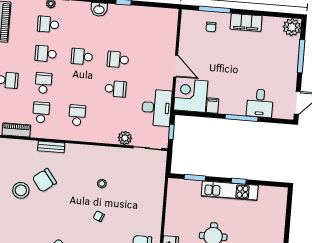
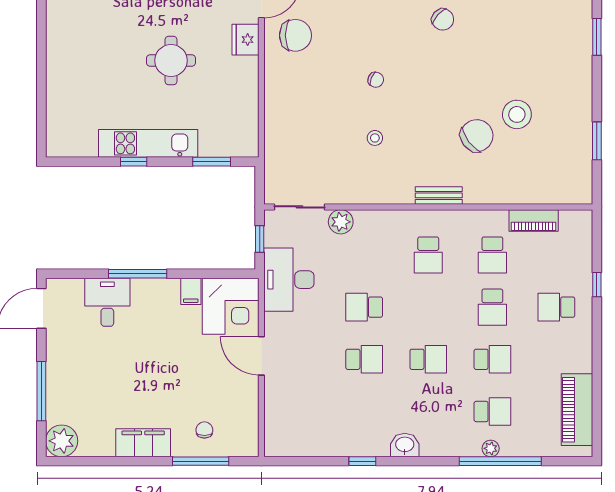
bench: (51, 147) -> (439, 195), moved

